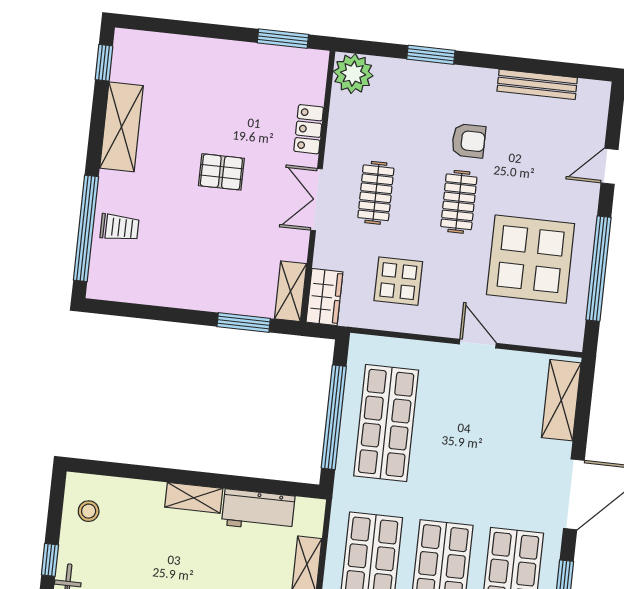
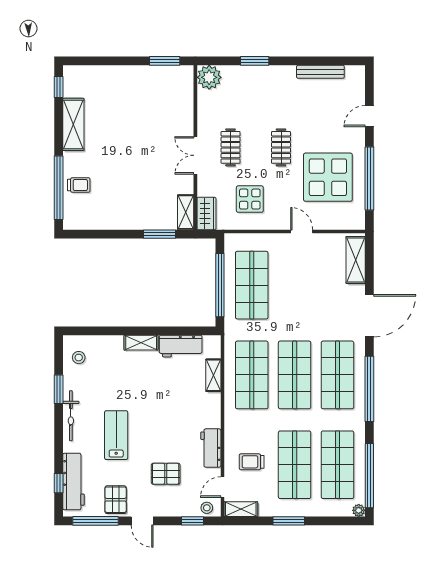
locker: (309, 129) -> (186, 114), removed
armchair: (469, 141) -> (283, 110), removed
pallet: (221, 172) -> (136, 145), removed
window: (50, 560) -> (59, 389), width x1.50

